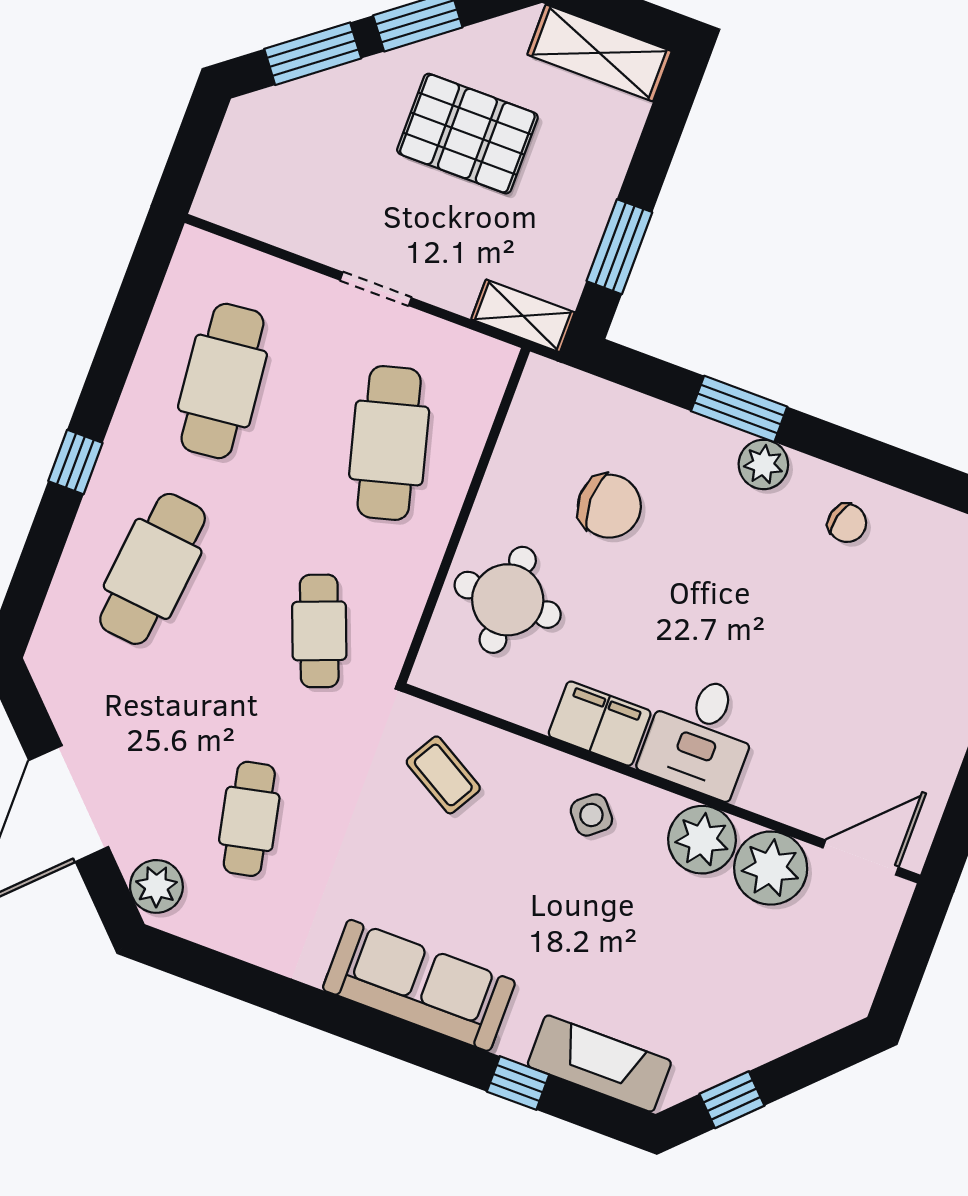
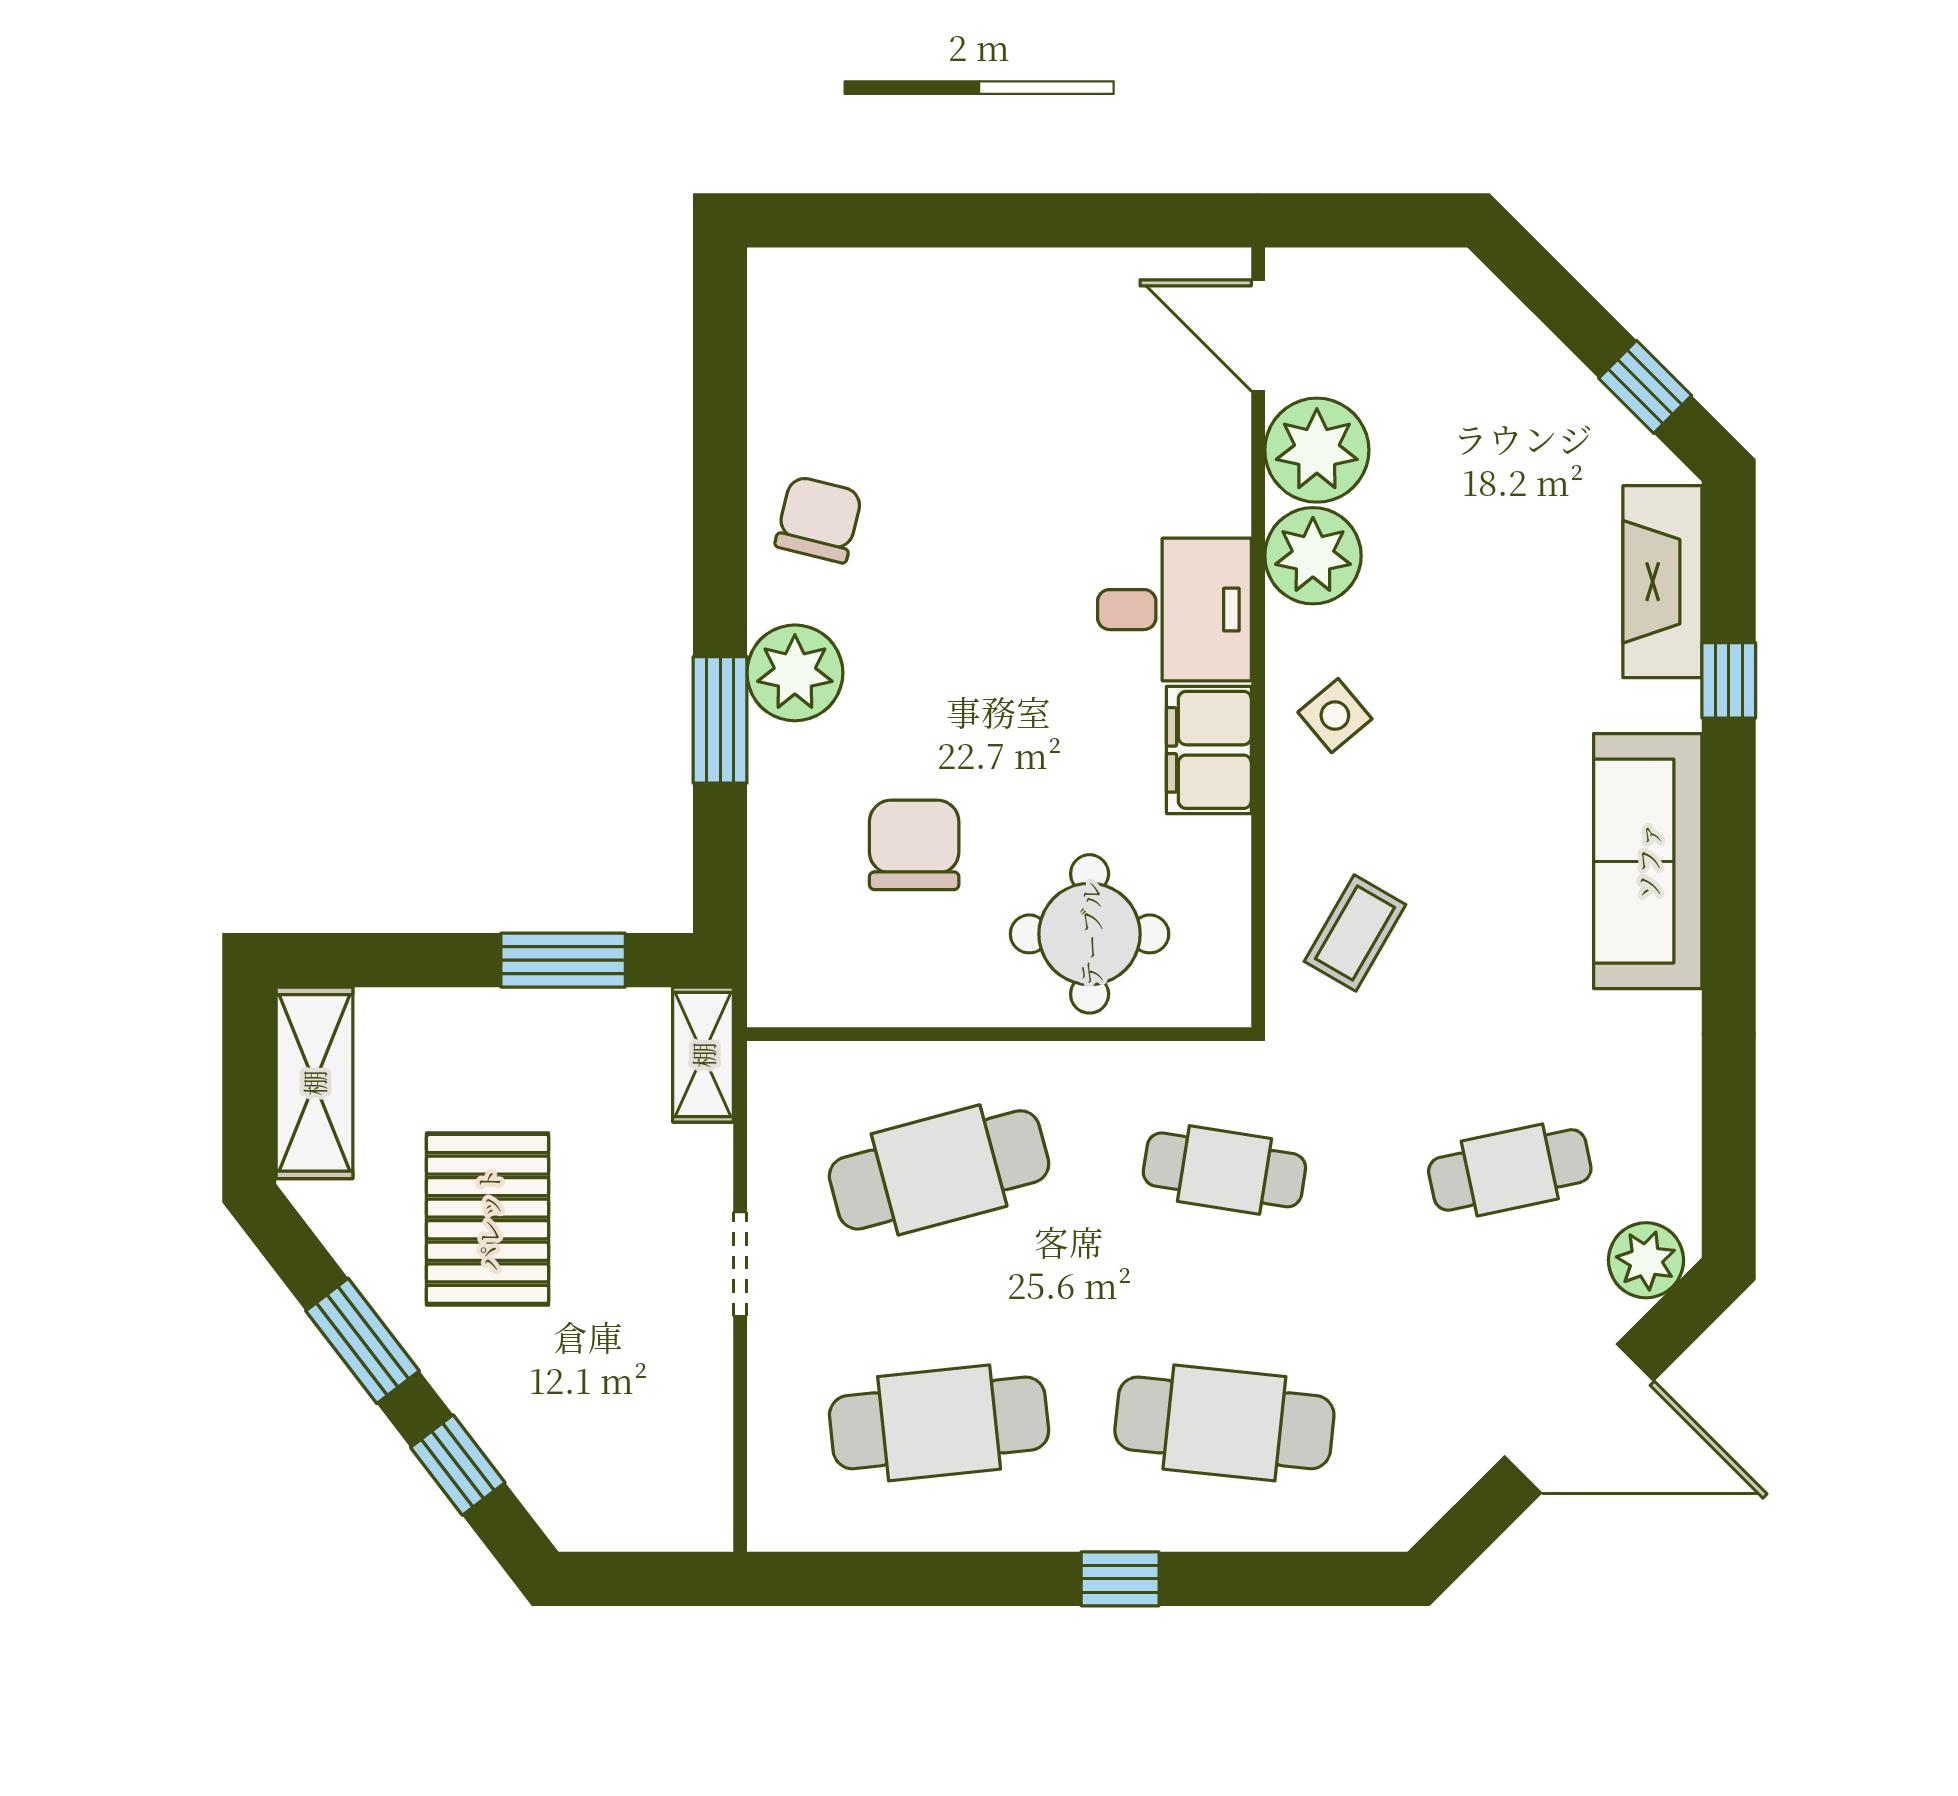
window: (313, 54) -> (458, 1465), width x0.67
plant: (763, 464) -> (795, 673), width x1.36, depth x1.36
chair: (847, 523) -> (819, 519), width x1.37, depth x1.37
cafe table: (319, 631) -> (1224, 1170), turned 30

